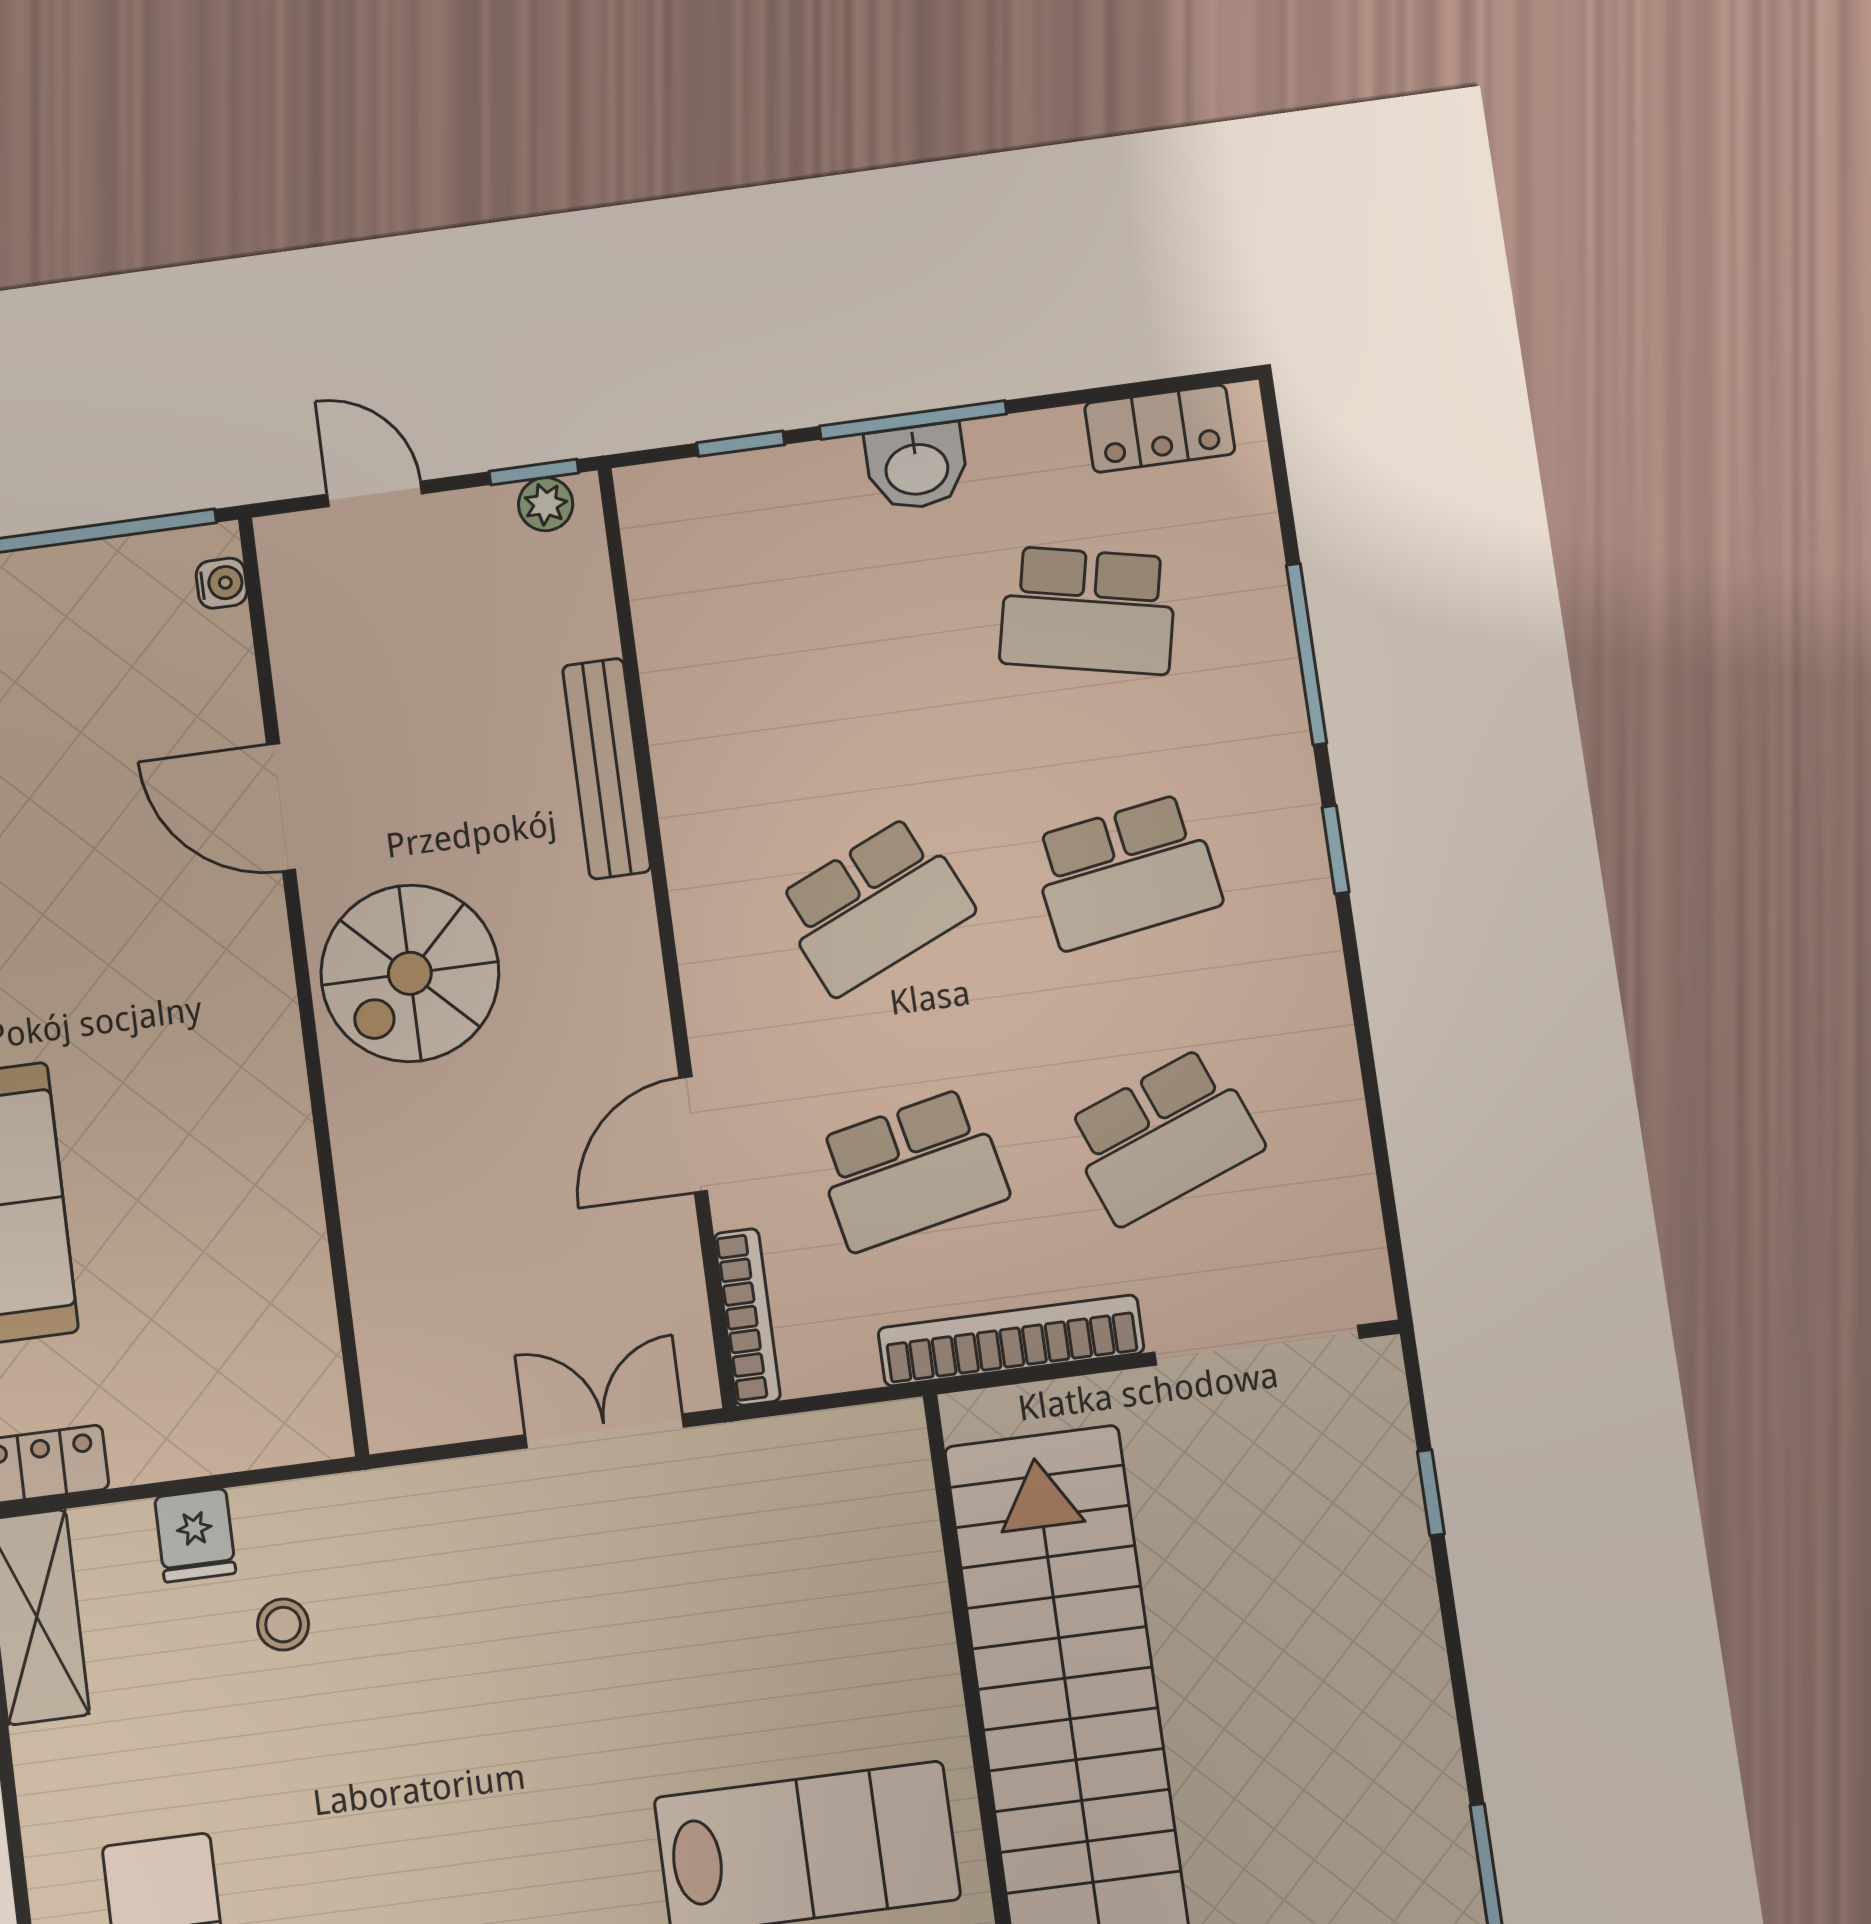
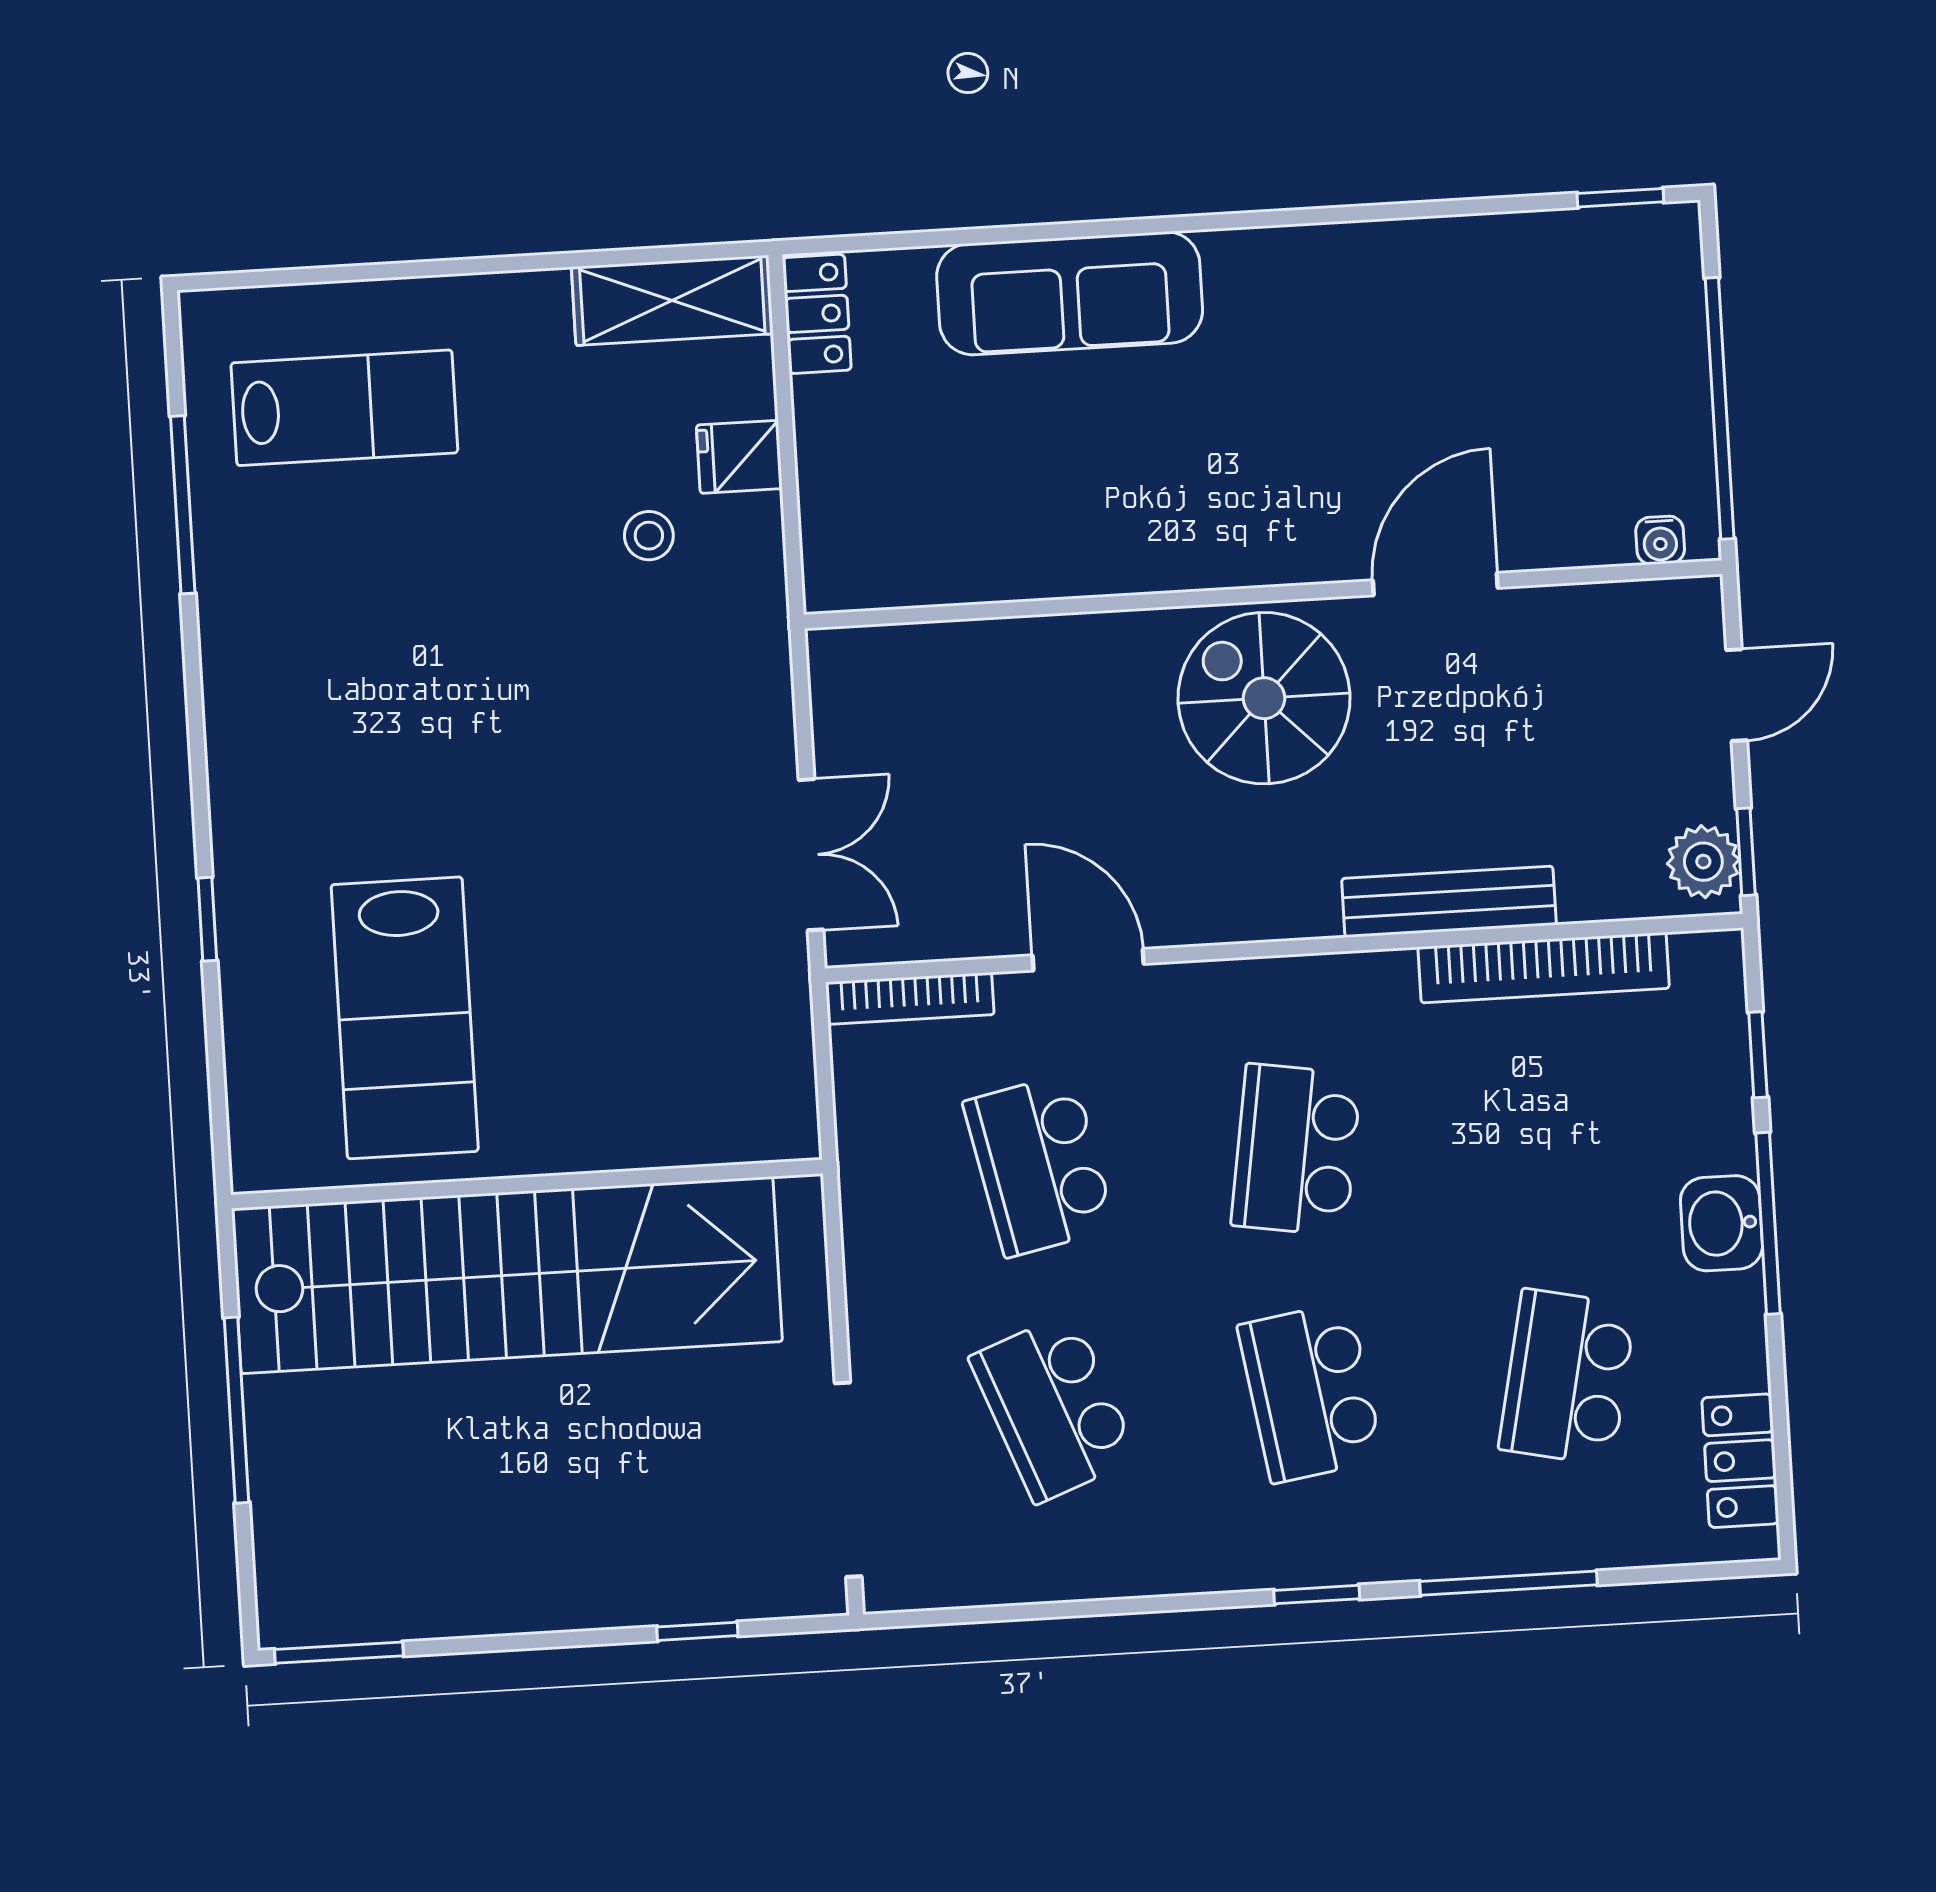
plant: (546, 504) -> (1703, 862), width x1.38, depth x1.38
school desk: (874, 906) -> (1296, 1150), turned 33
bookcase: (1011, 1340) -> (1544, 968), moved, turned 90

